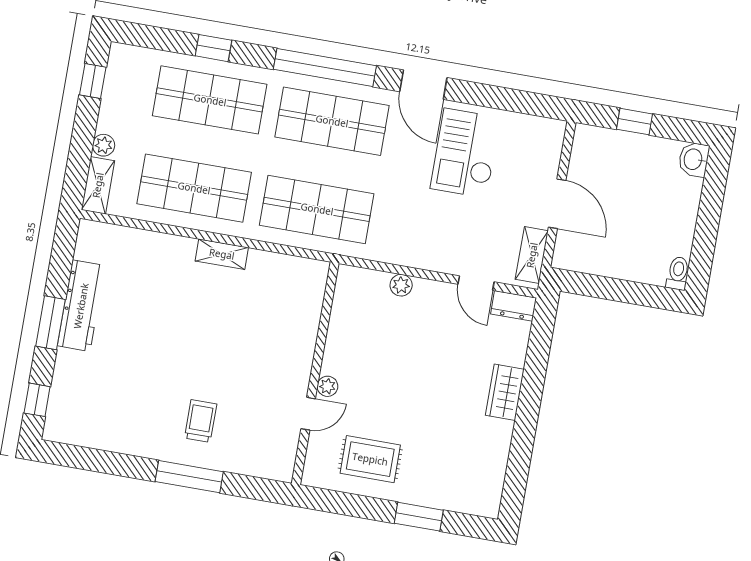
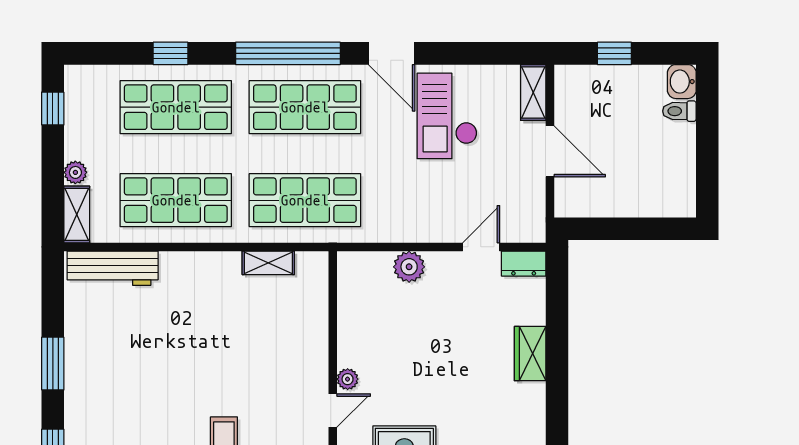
shelving: (222, 254) -> (268, 263), moved
shelving: (532, 255) -> (533, 92), moved
toilet: (678, 273) -> (679, 111), moved, turned -90
door: (476, 283) -> (481, 247), swing flipped
plant: (401, 285) -> (409, 267), width x1.38, depth x1.38
workbench: (81, 306) -> (113, 268), moved, turned 90

